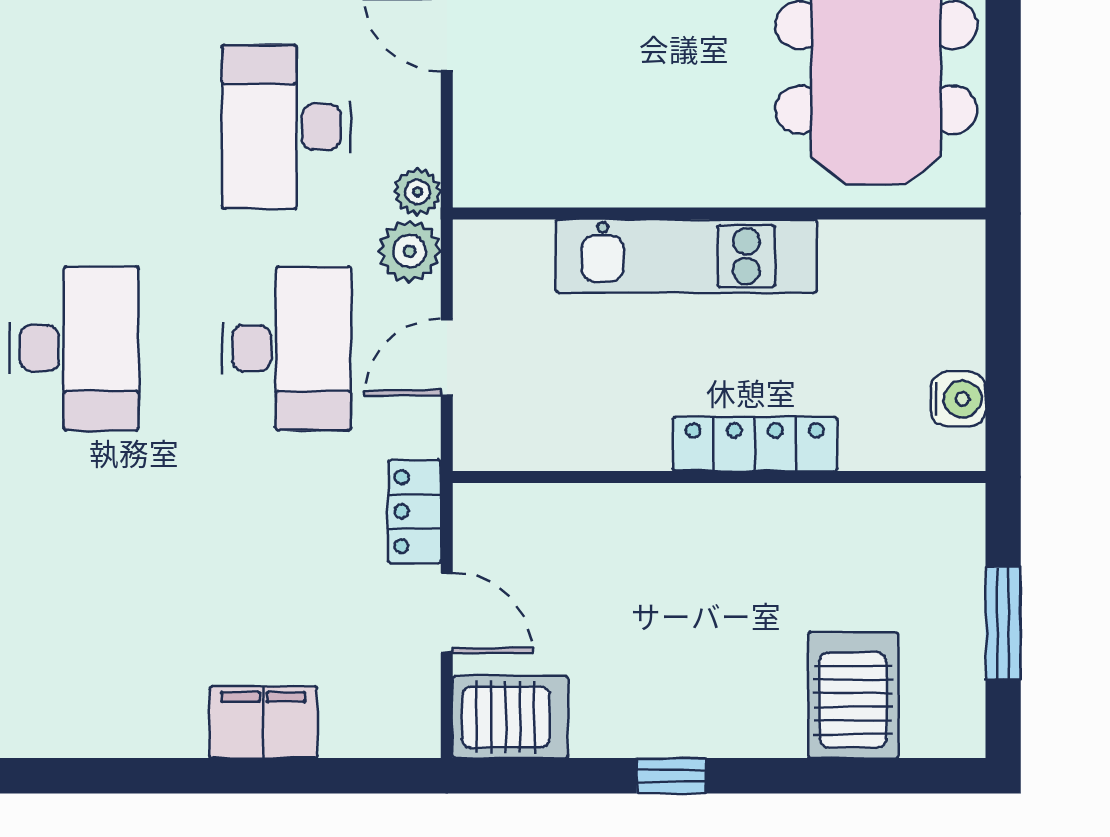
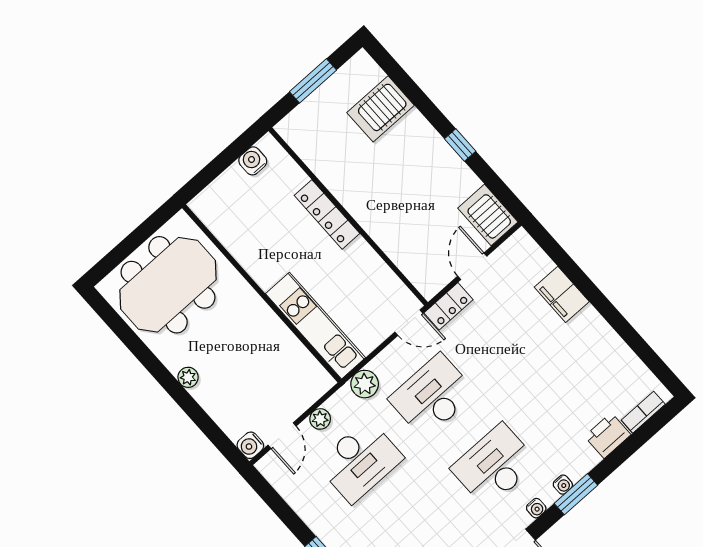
plant: (417, 192) -> (320, 419), moved
kitchen unit: (686, 256) -> (316, 326), moved
door: (447, 357) -> (409, 323), moved

